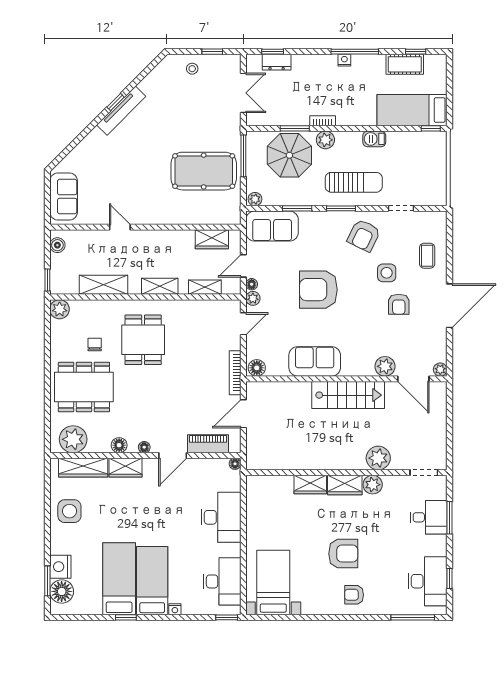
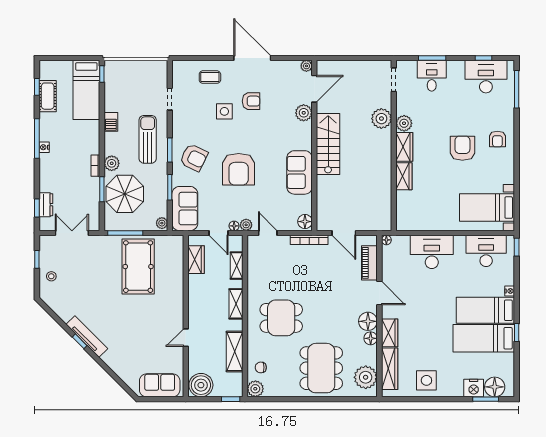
armchair: (364, 235) -> (194, 158), moved
boiler: (57, 245) -> (201, 385), width x1.86, depth x1.86
chair: (95, 345) -> (261, 367), moved
floor lamp: (144, 447) -> (368, 321), width x1.89, depth x1.89

